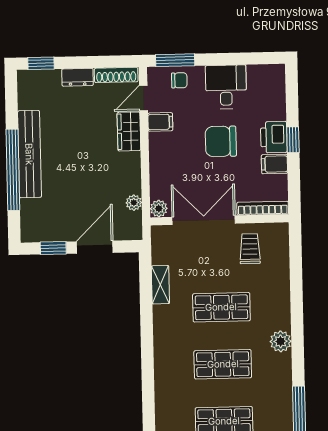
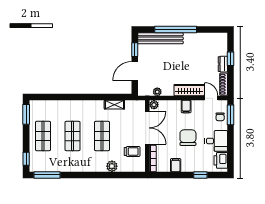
window: (41, 63) -> (231, 59), moved
filing cabinet: (160, 122) -> (186, 106), moved
wardrobe: (129, 131) -> (189, 90), width x1.50
printer: (274, 137) -> (221, 160), moved, turned -90
window: (293, 140) -> (200, 175), moved
bench: (29, 154) -> (160, 38), moved
door: (95, 247) -> (135, 71), swing flipped
plant: (281, 341) -> (112, 166), moved

